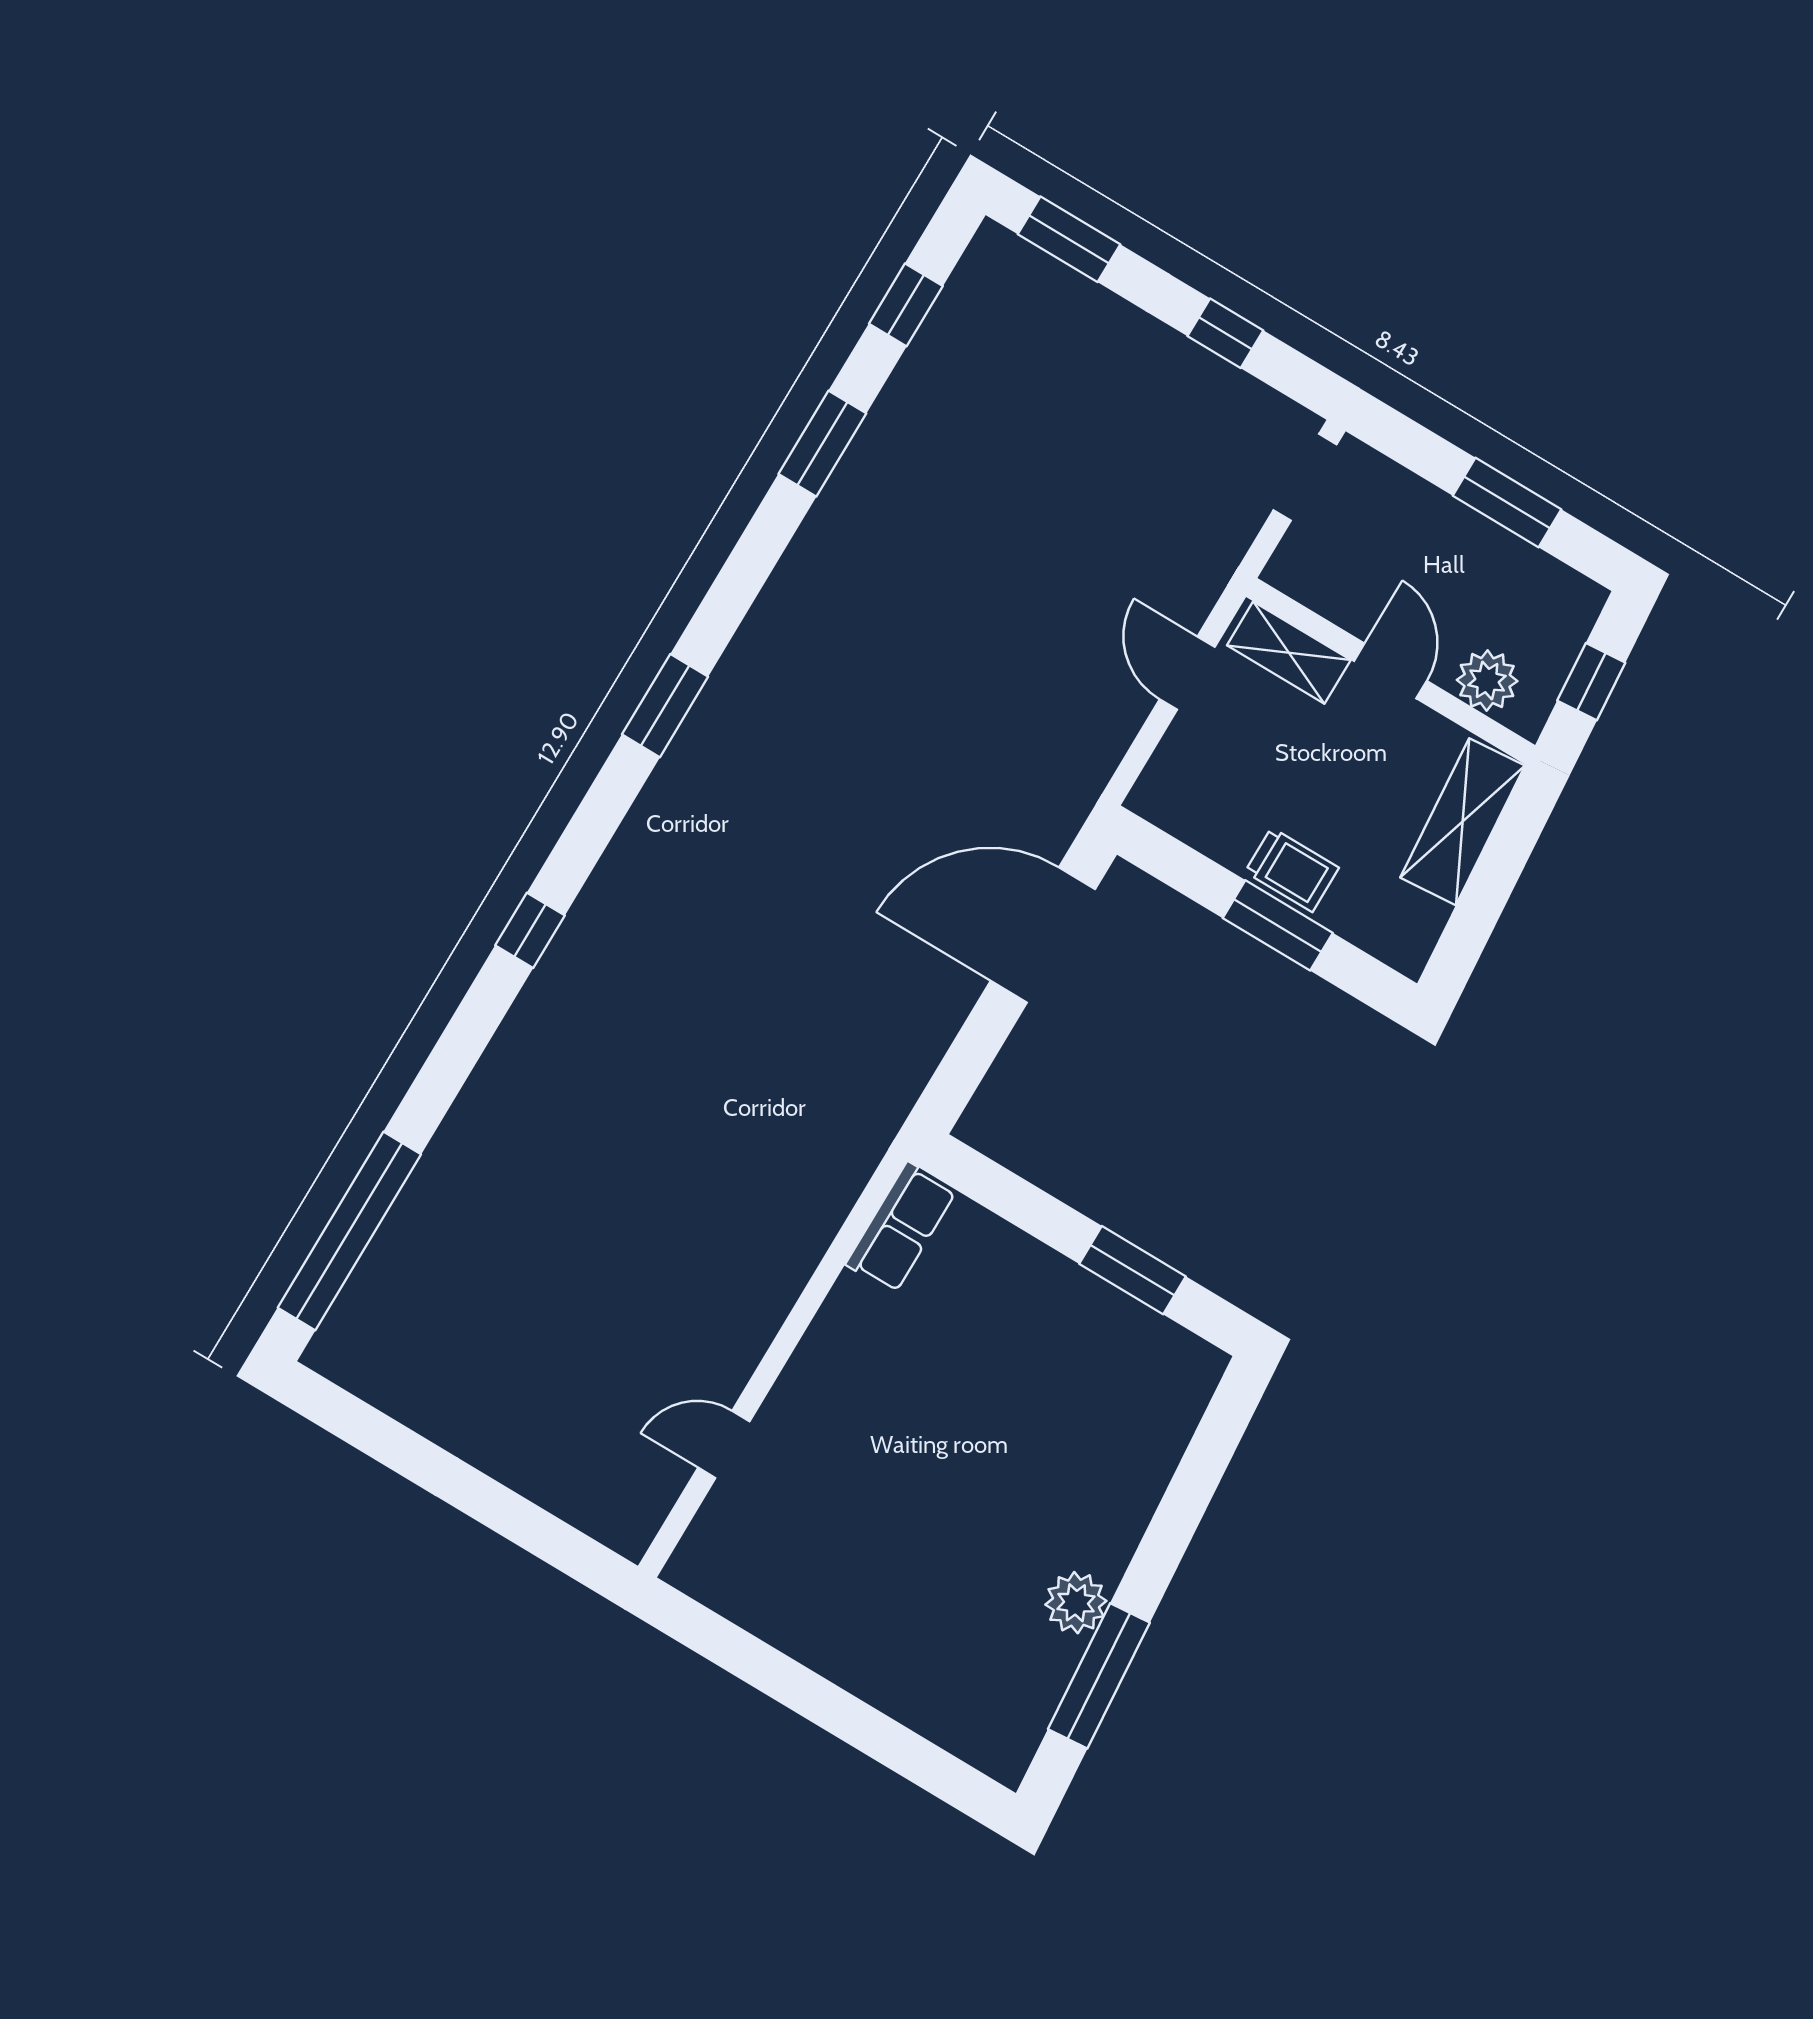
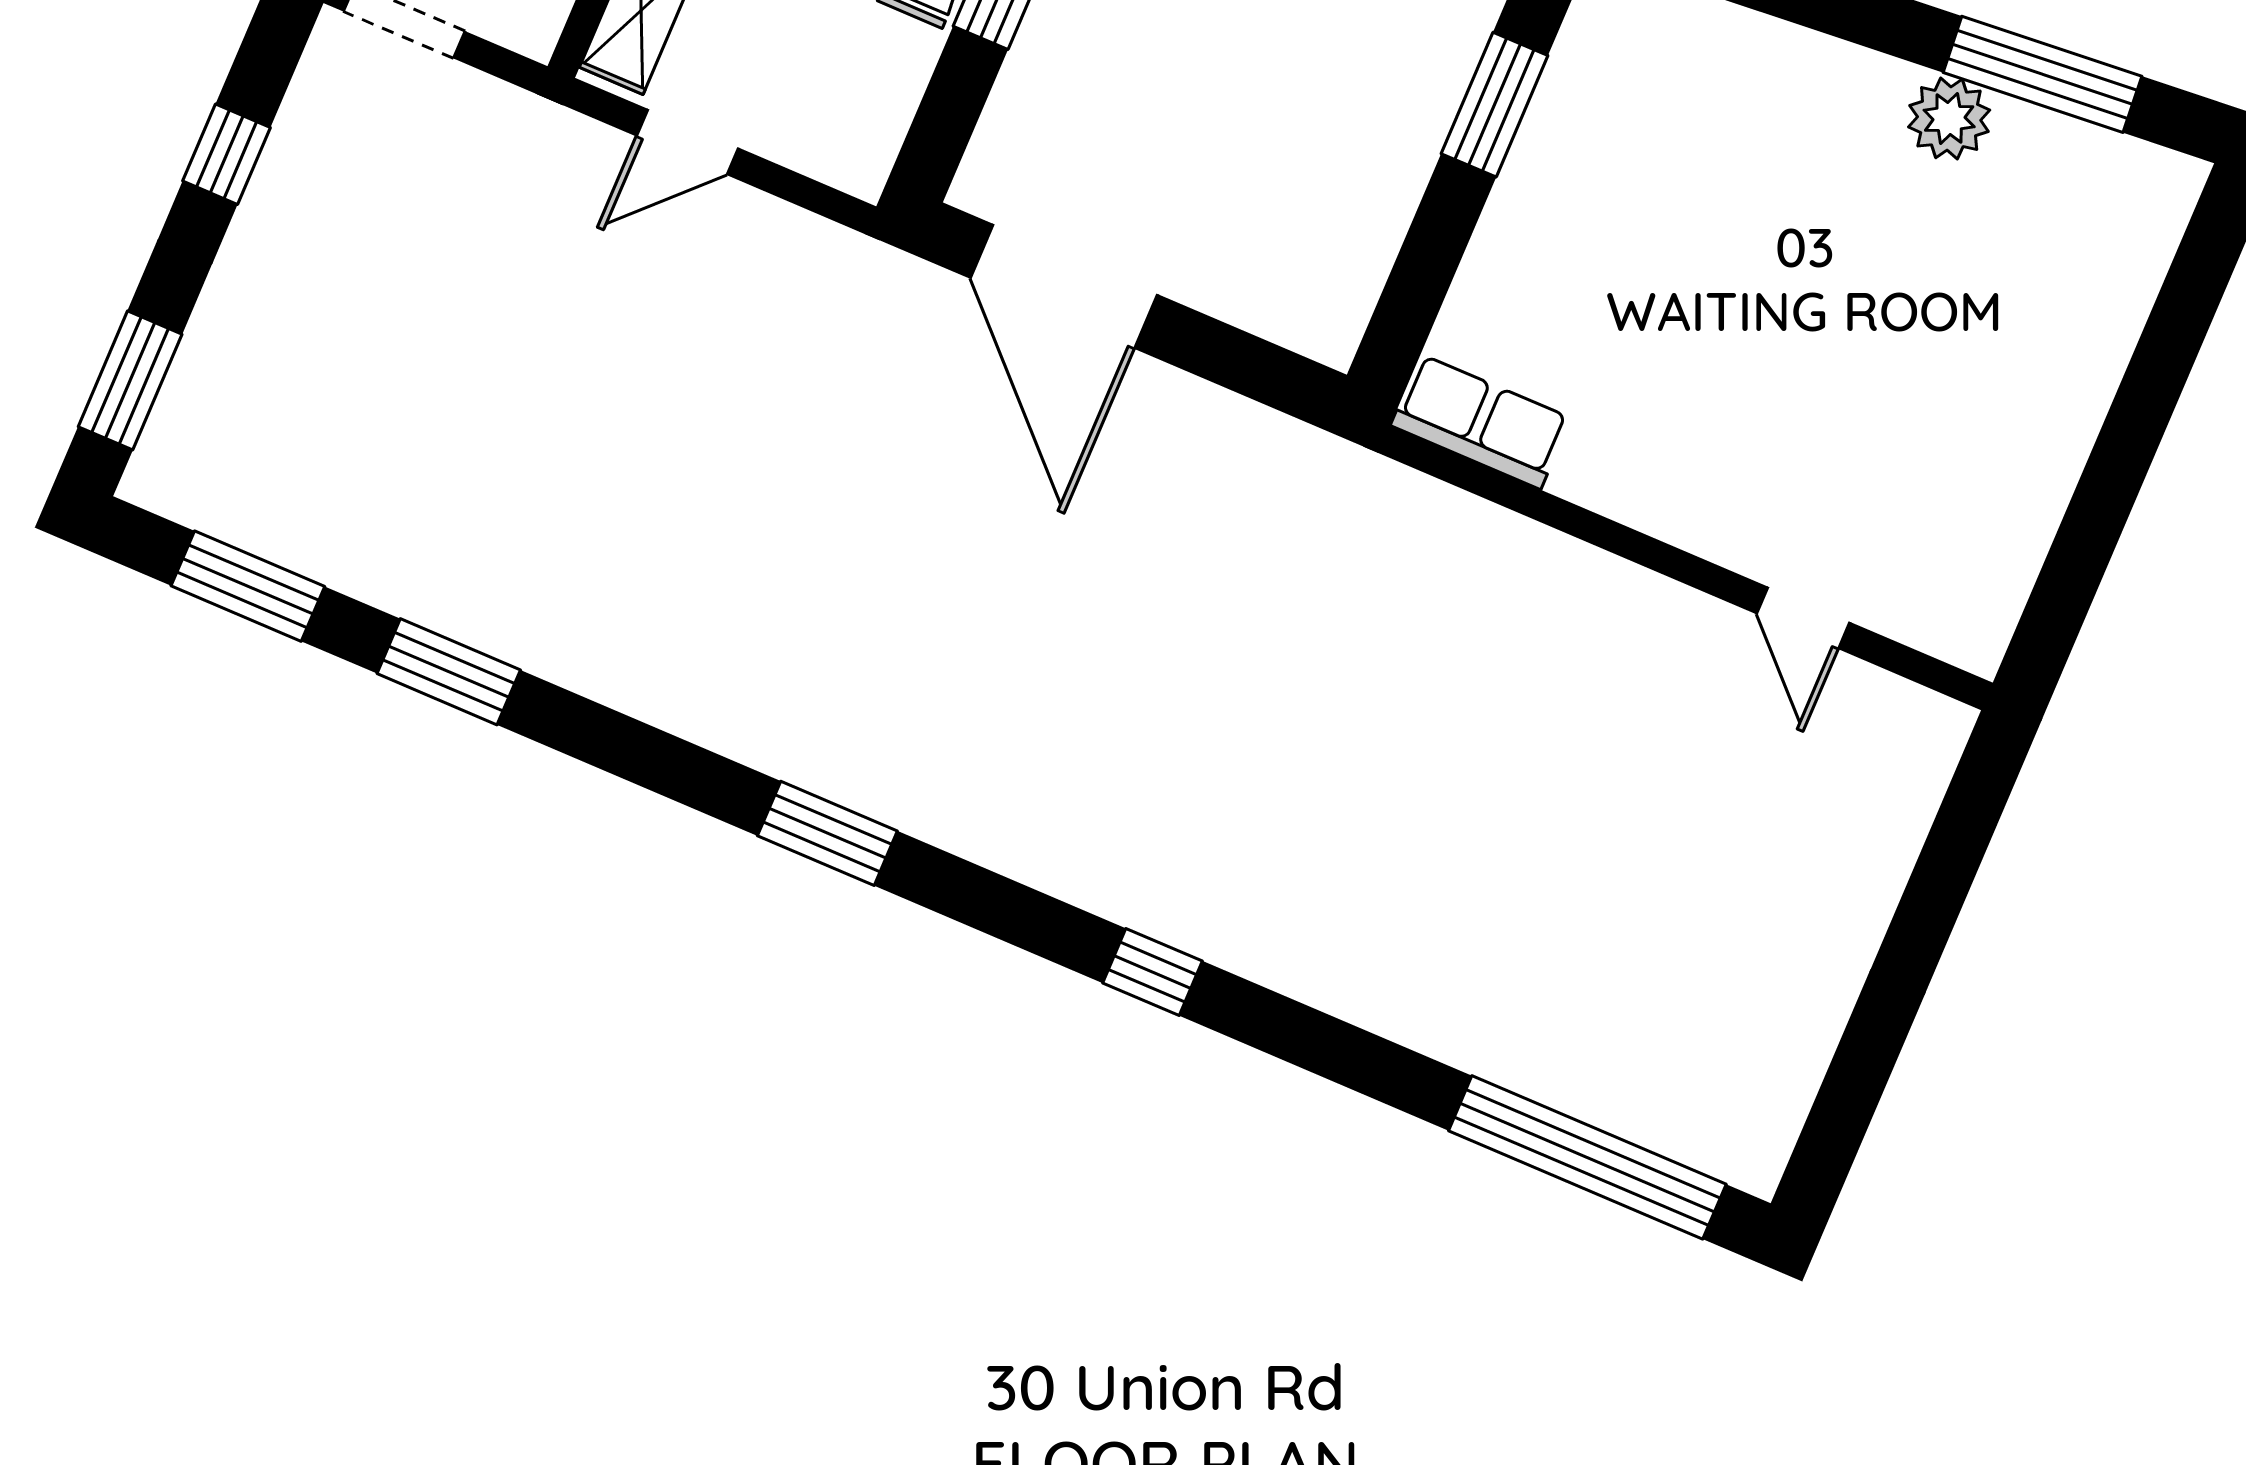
window: (906, 305) -> (248, 586), width x1.50

